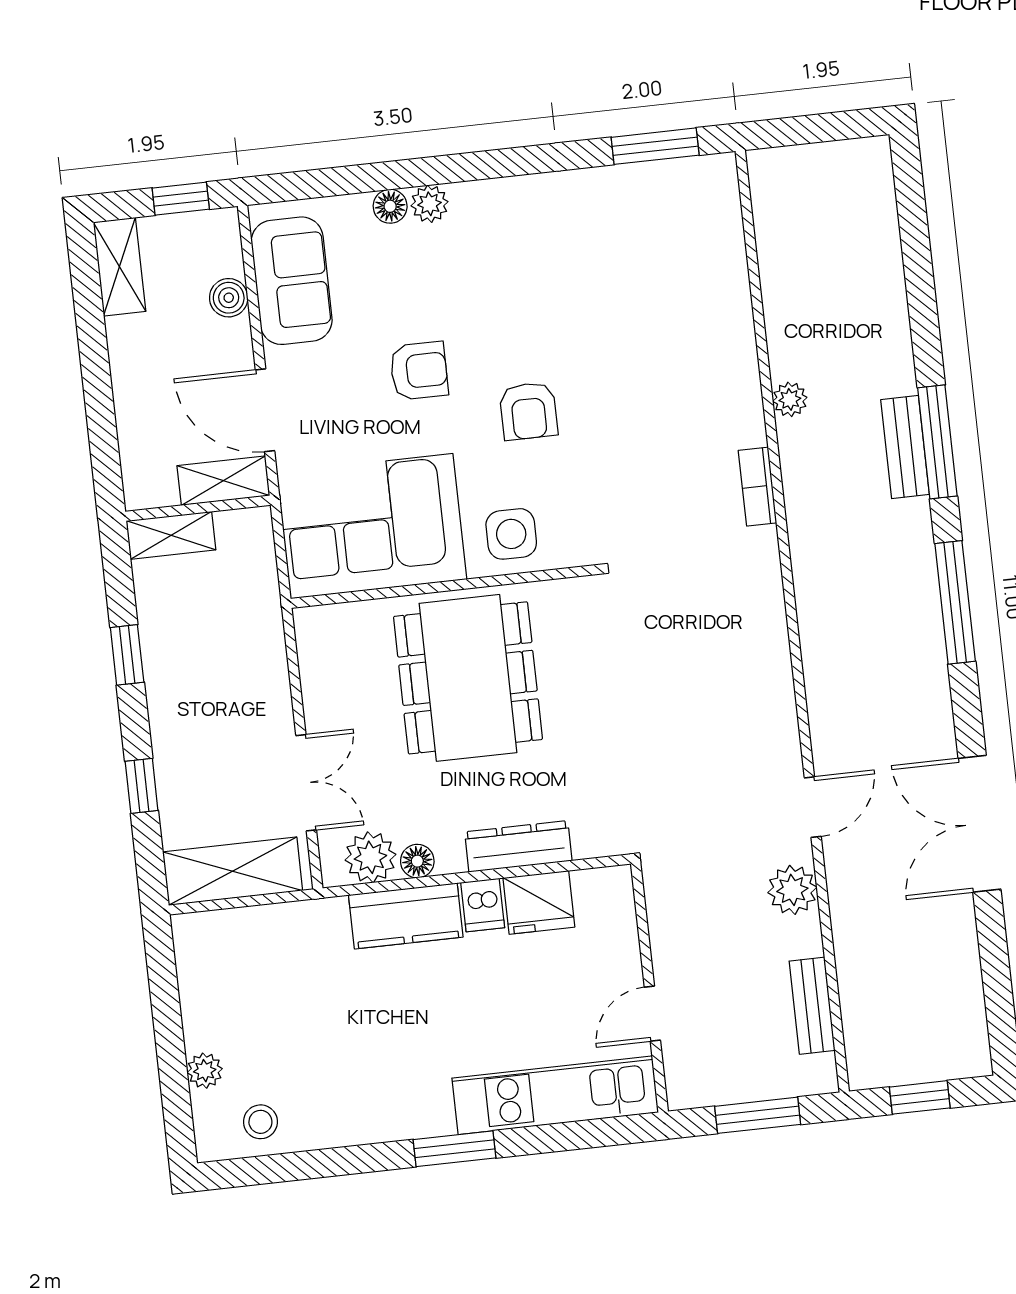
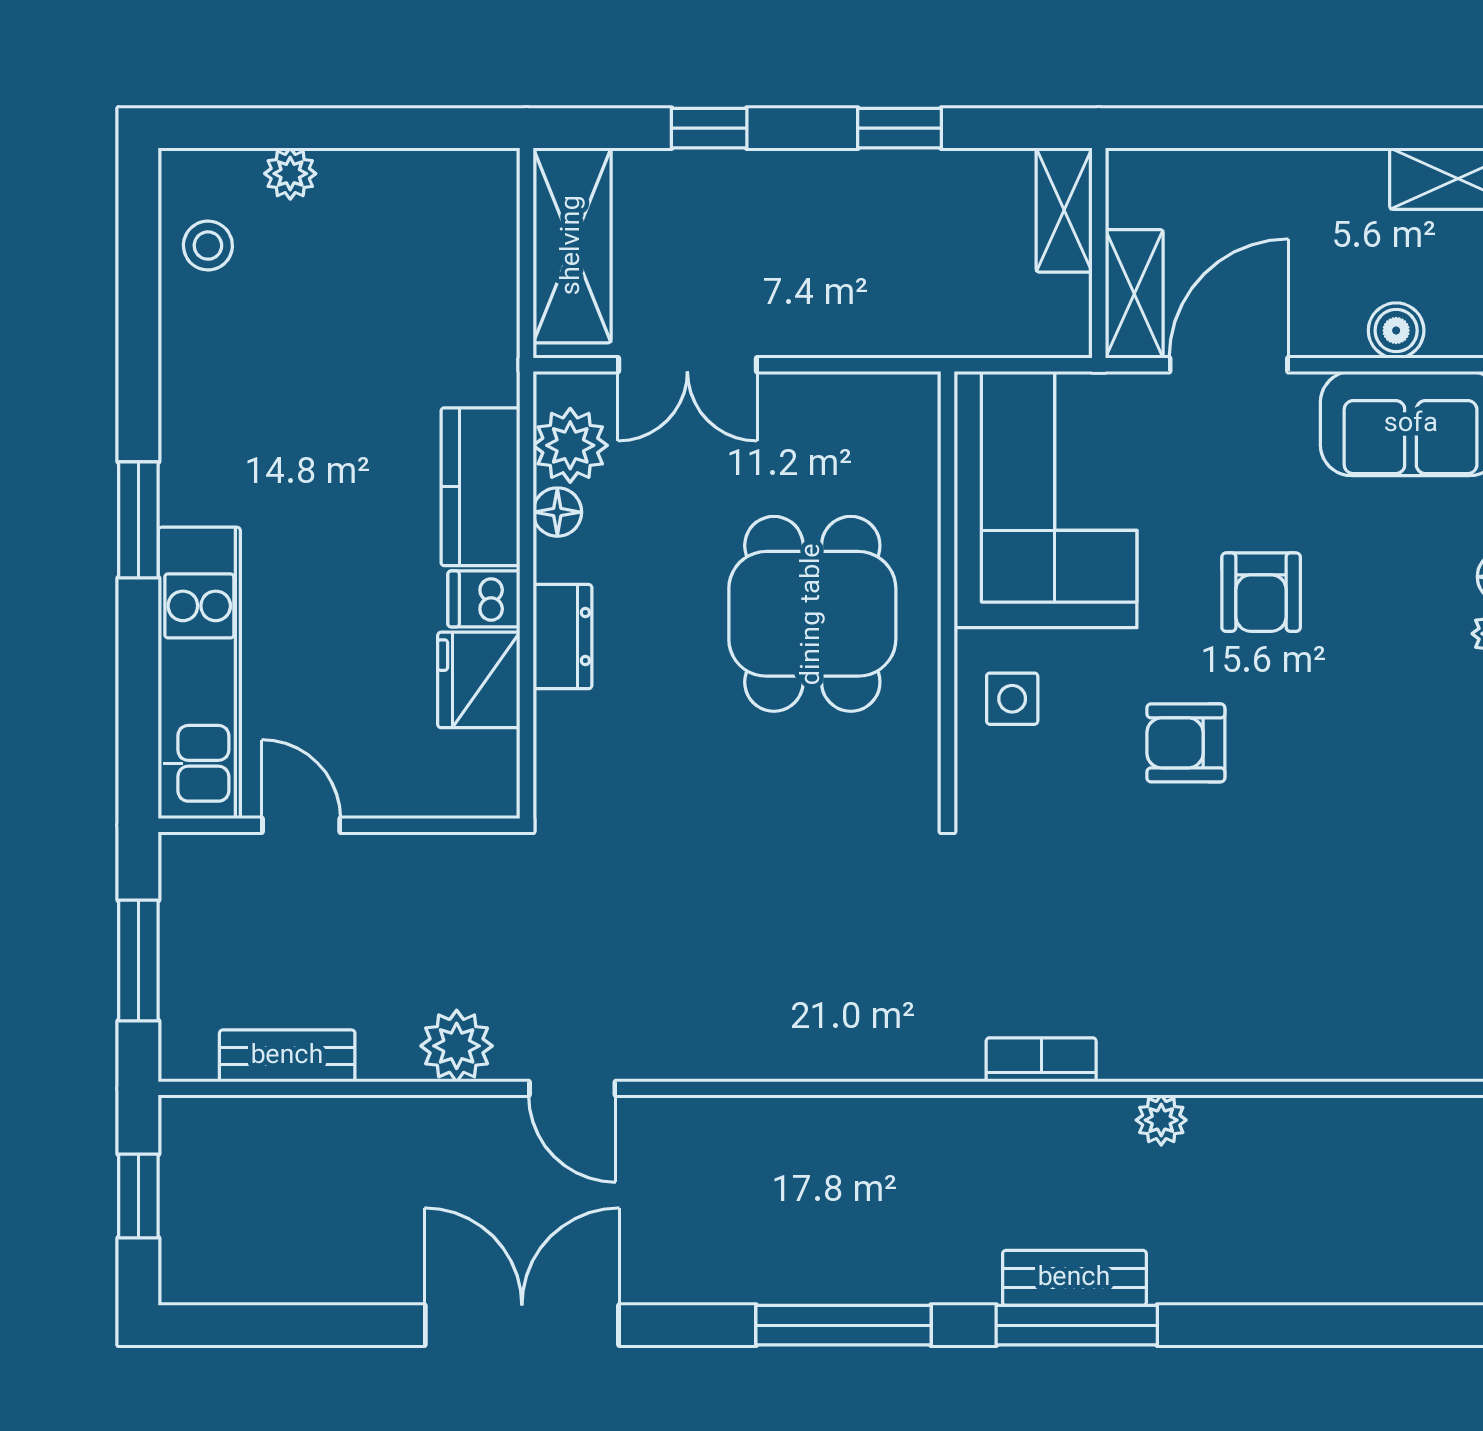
side table: (511, 534) -> (1012, 699), width x0.73, depth x0.73
dining table: (468, 678) -> (812, 614), width x0.73
dresser: (518, 846) -> (562, 637), width x0.70

